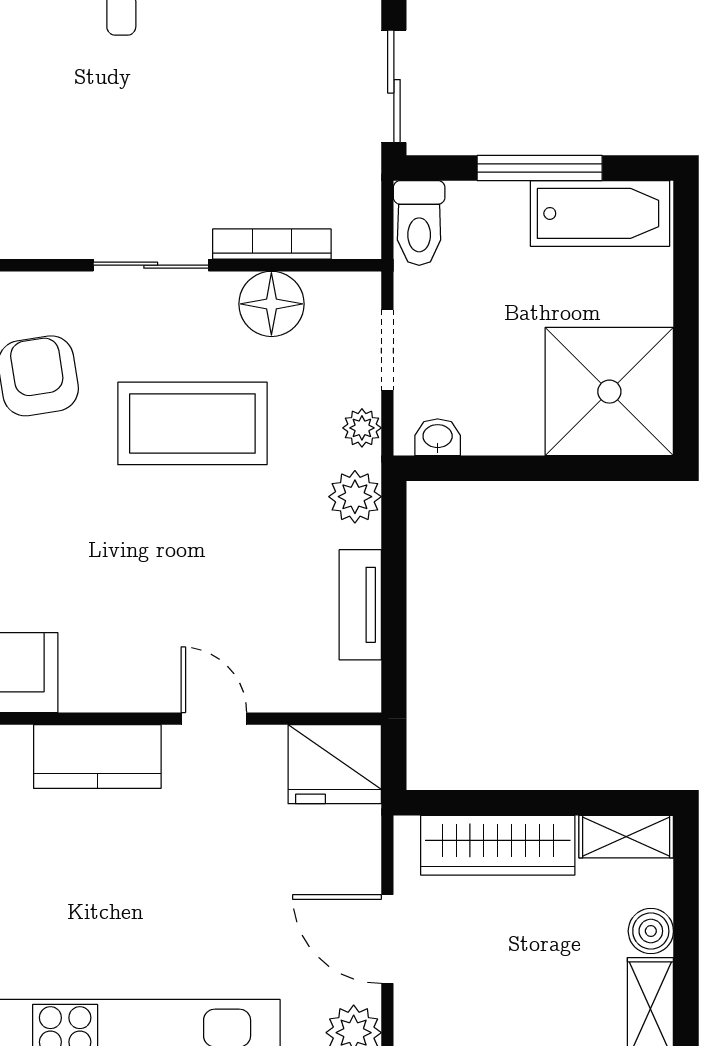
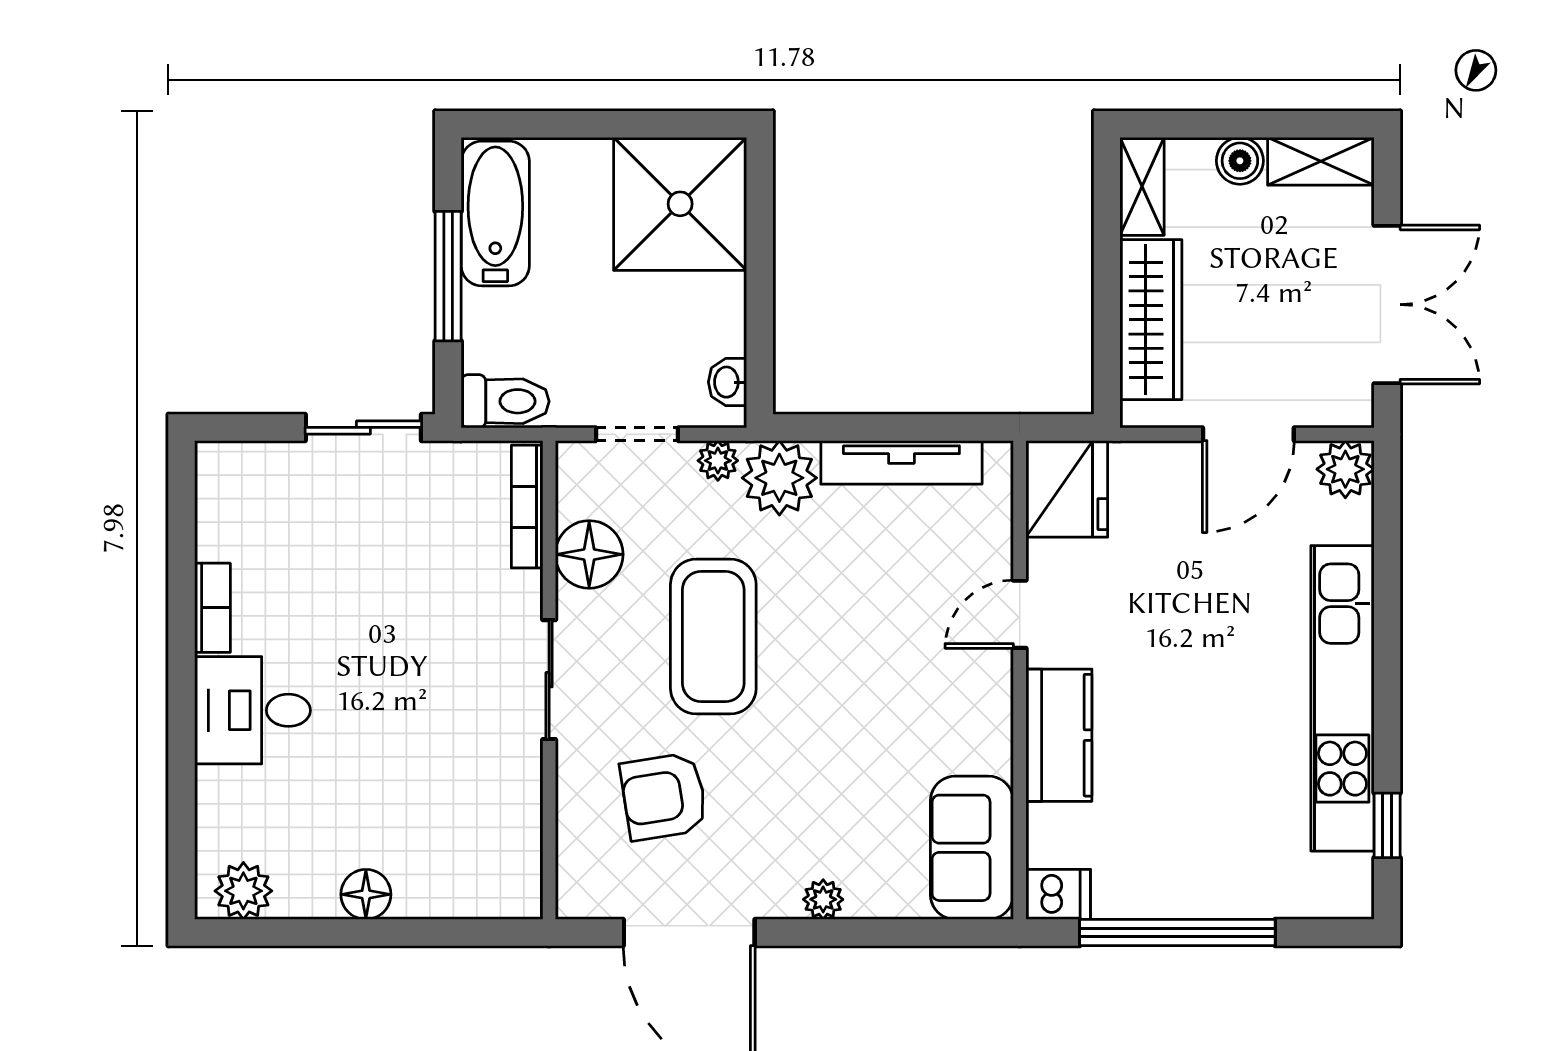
bookcase: (272, 244) -> (527, 507), moved
plant: (355, 497) -> (779, 478), width x1.36, depth x1.36
tv unit: (360, 605) -> (901, 462), width x1.41

